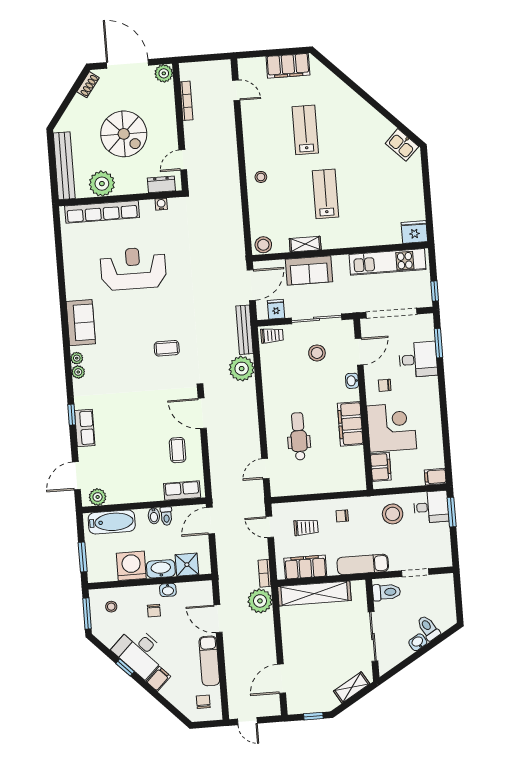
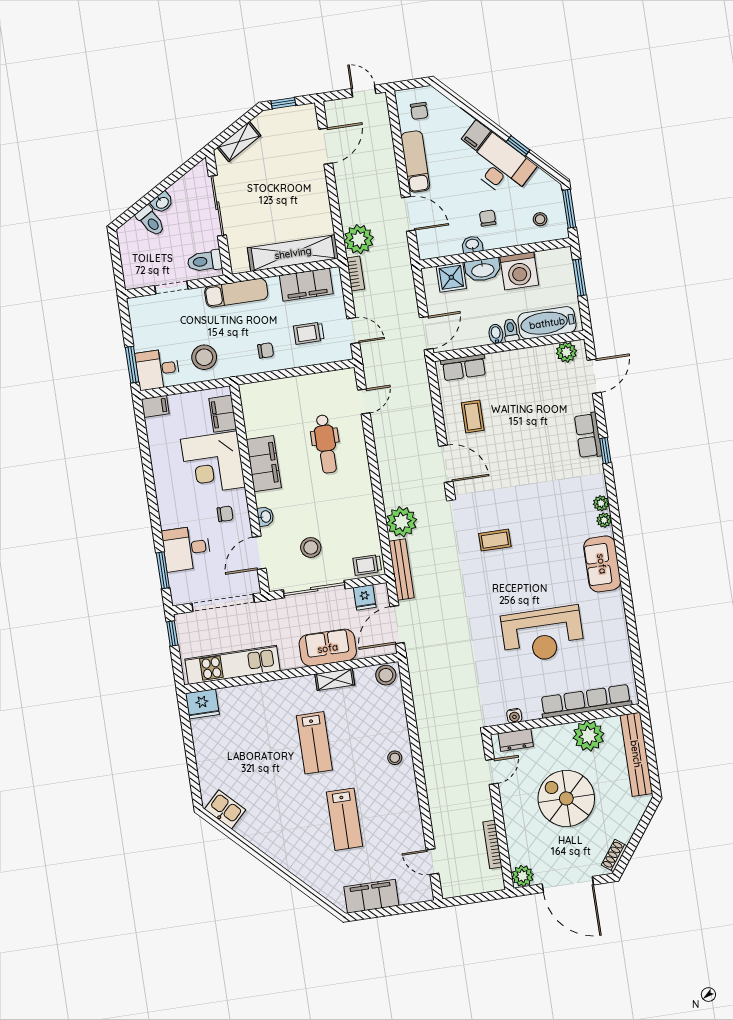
toilet: (166, 516) -> (511, 330), moved

